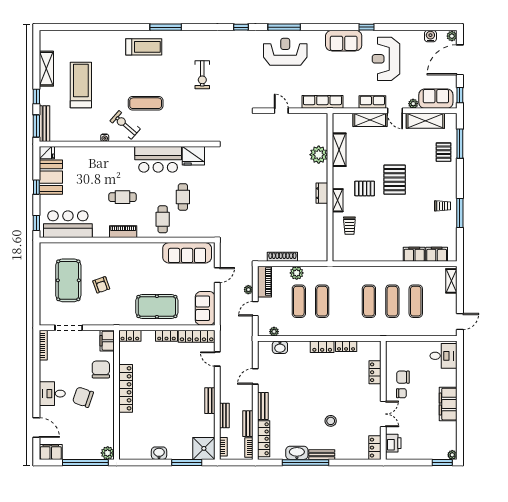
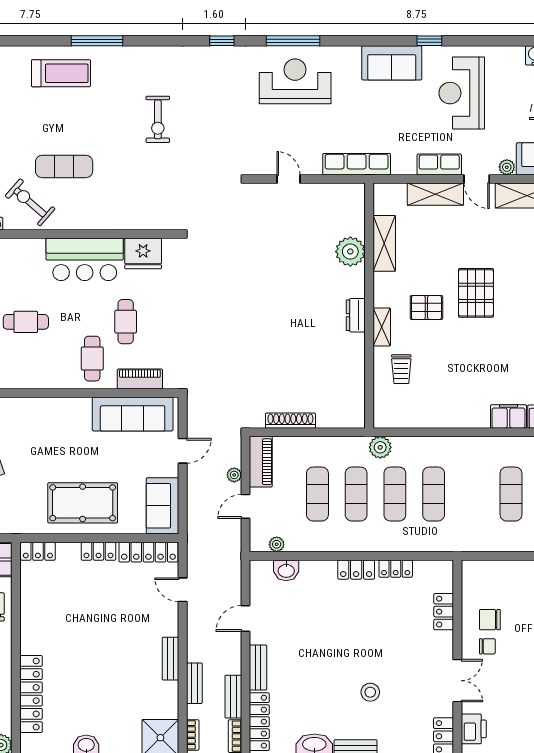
piano: (123, 232) -> (140, 379), moved
plant: (297, 273) -> (380, 447), moved
exercise mat: (392, 301) -> (395, 494), moved
locker: (126, 388) -> (31, 694), moved

